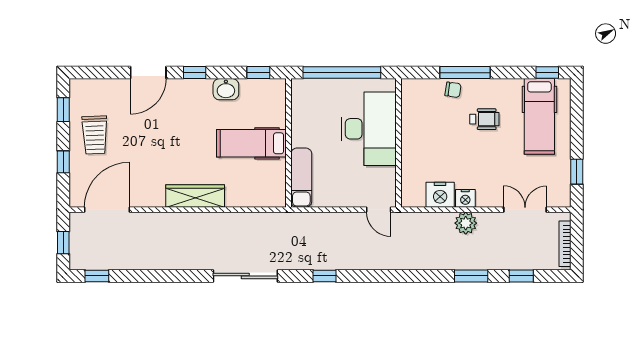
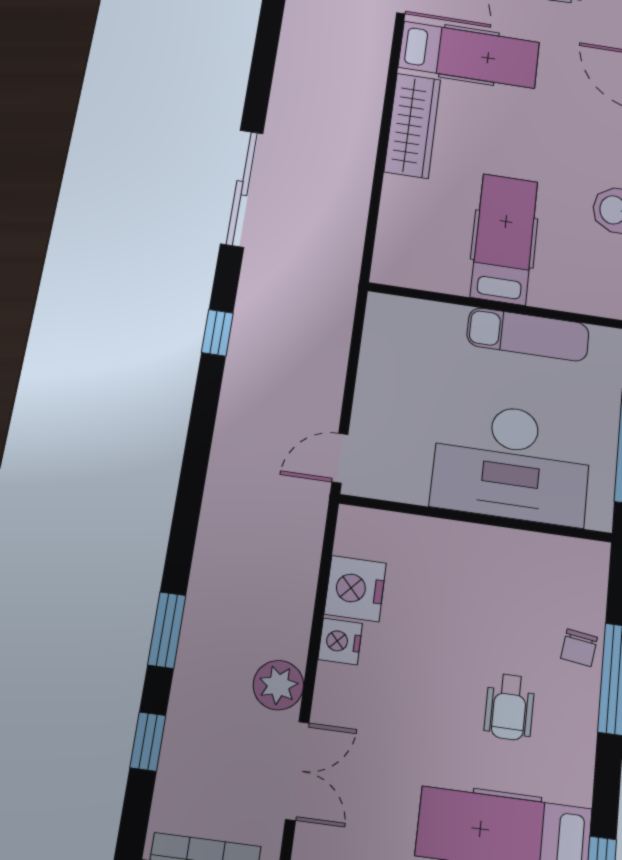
hospital bed: (148, 172) -> (469, 55), added
exam couch: (301, 178) -> (528, 334), moved
plant: (466, 223) -> (278, 685), moved

